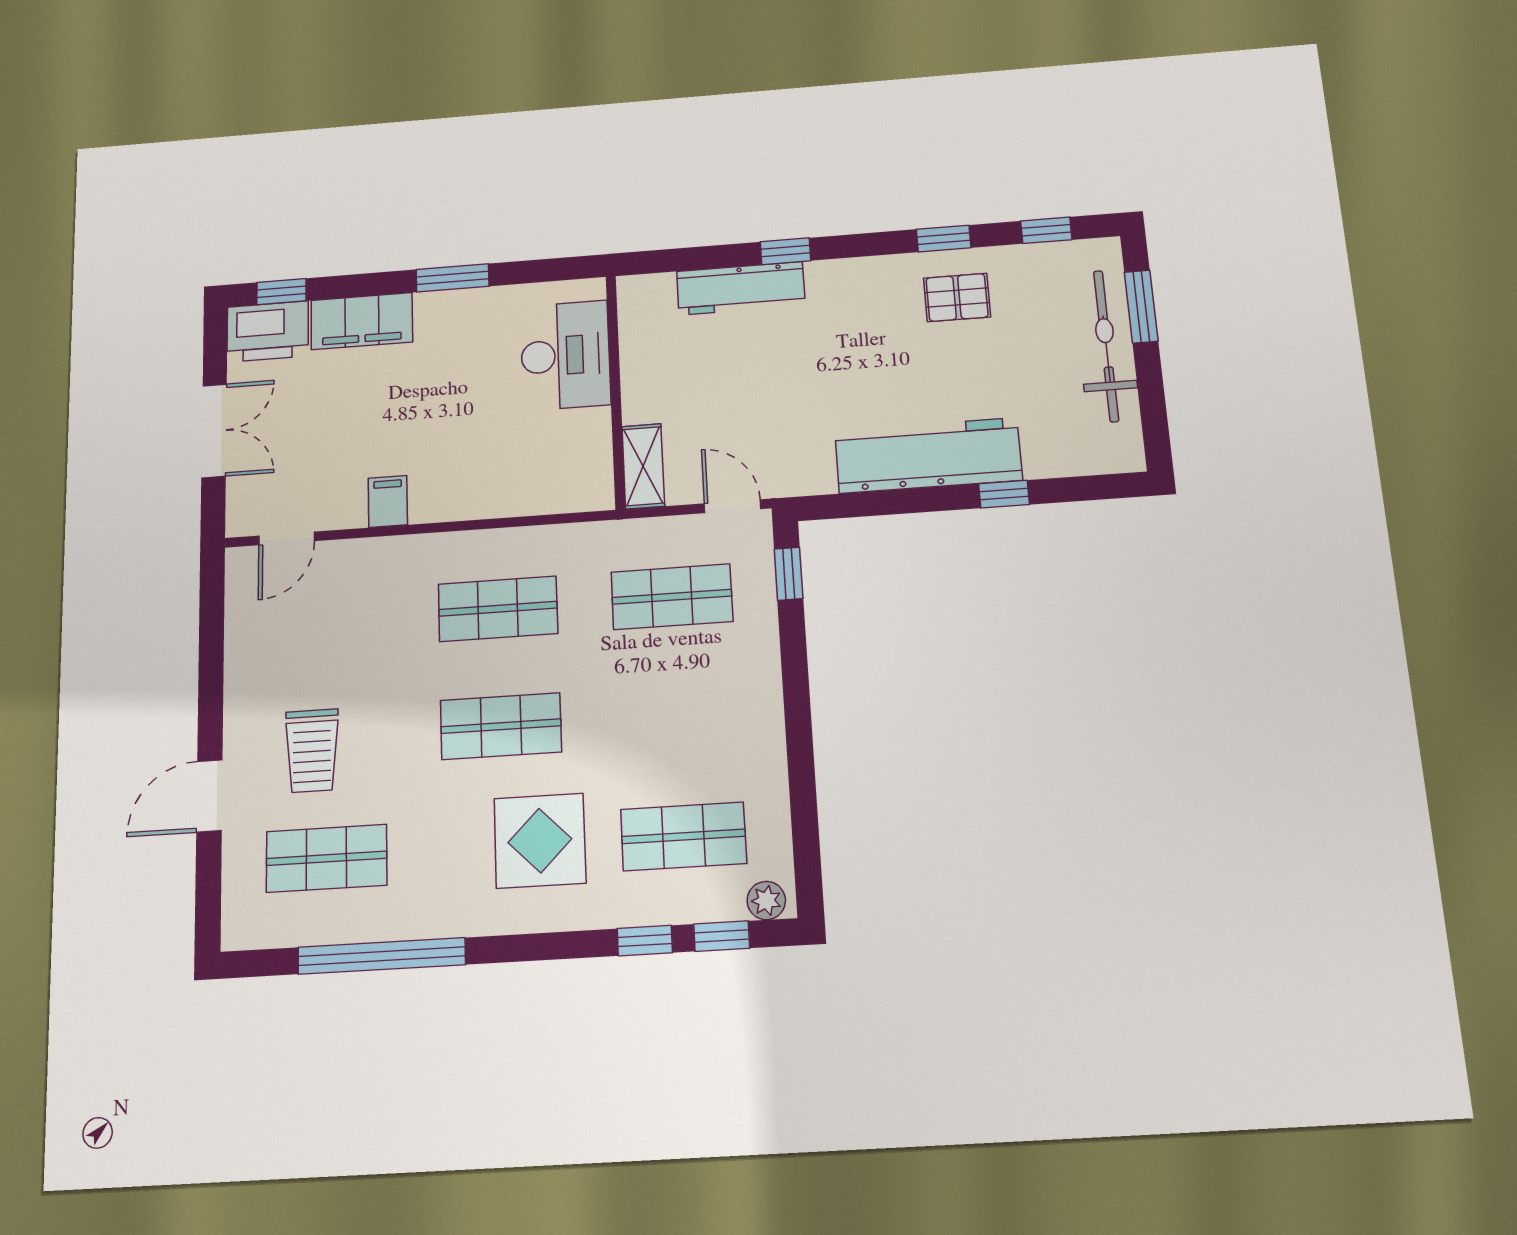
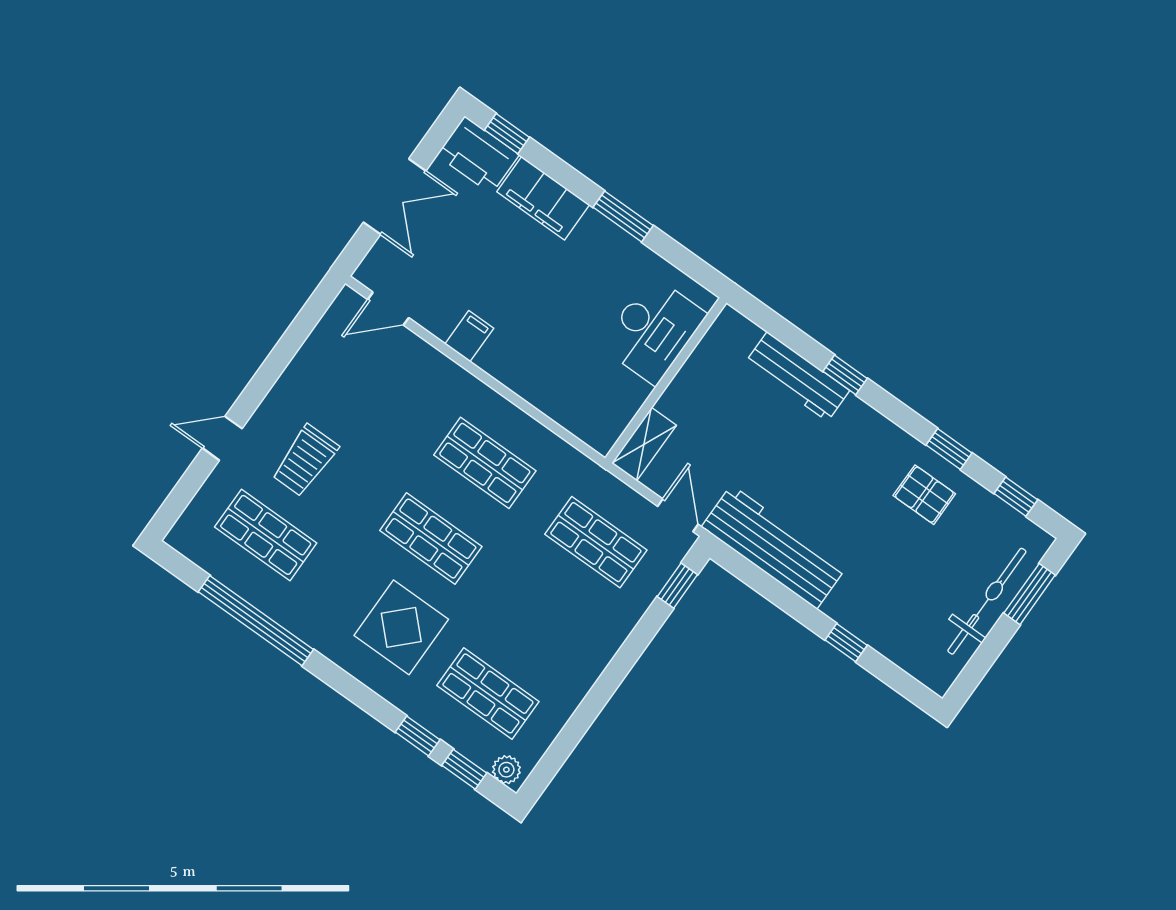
workbench: (928, 455) -> (774, 547), moved
door: (209, 796) -> (222, 438), width x0.73

